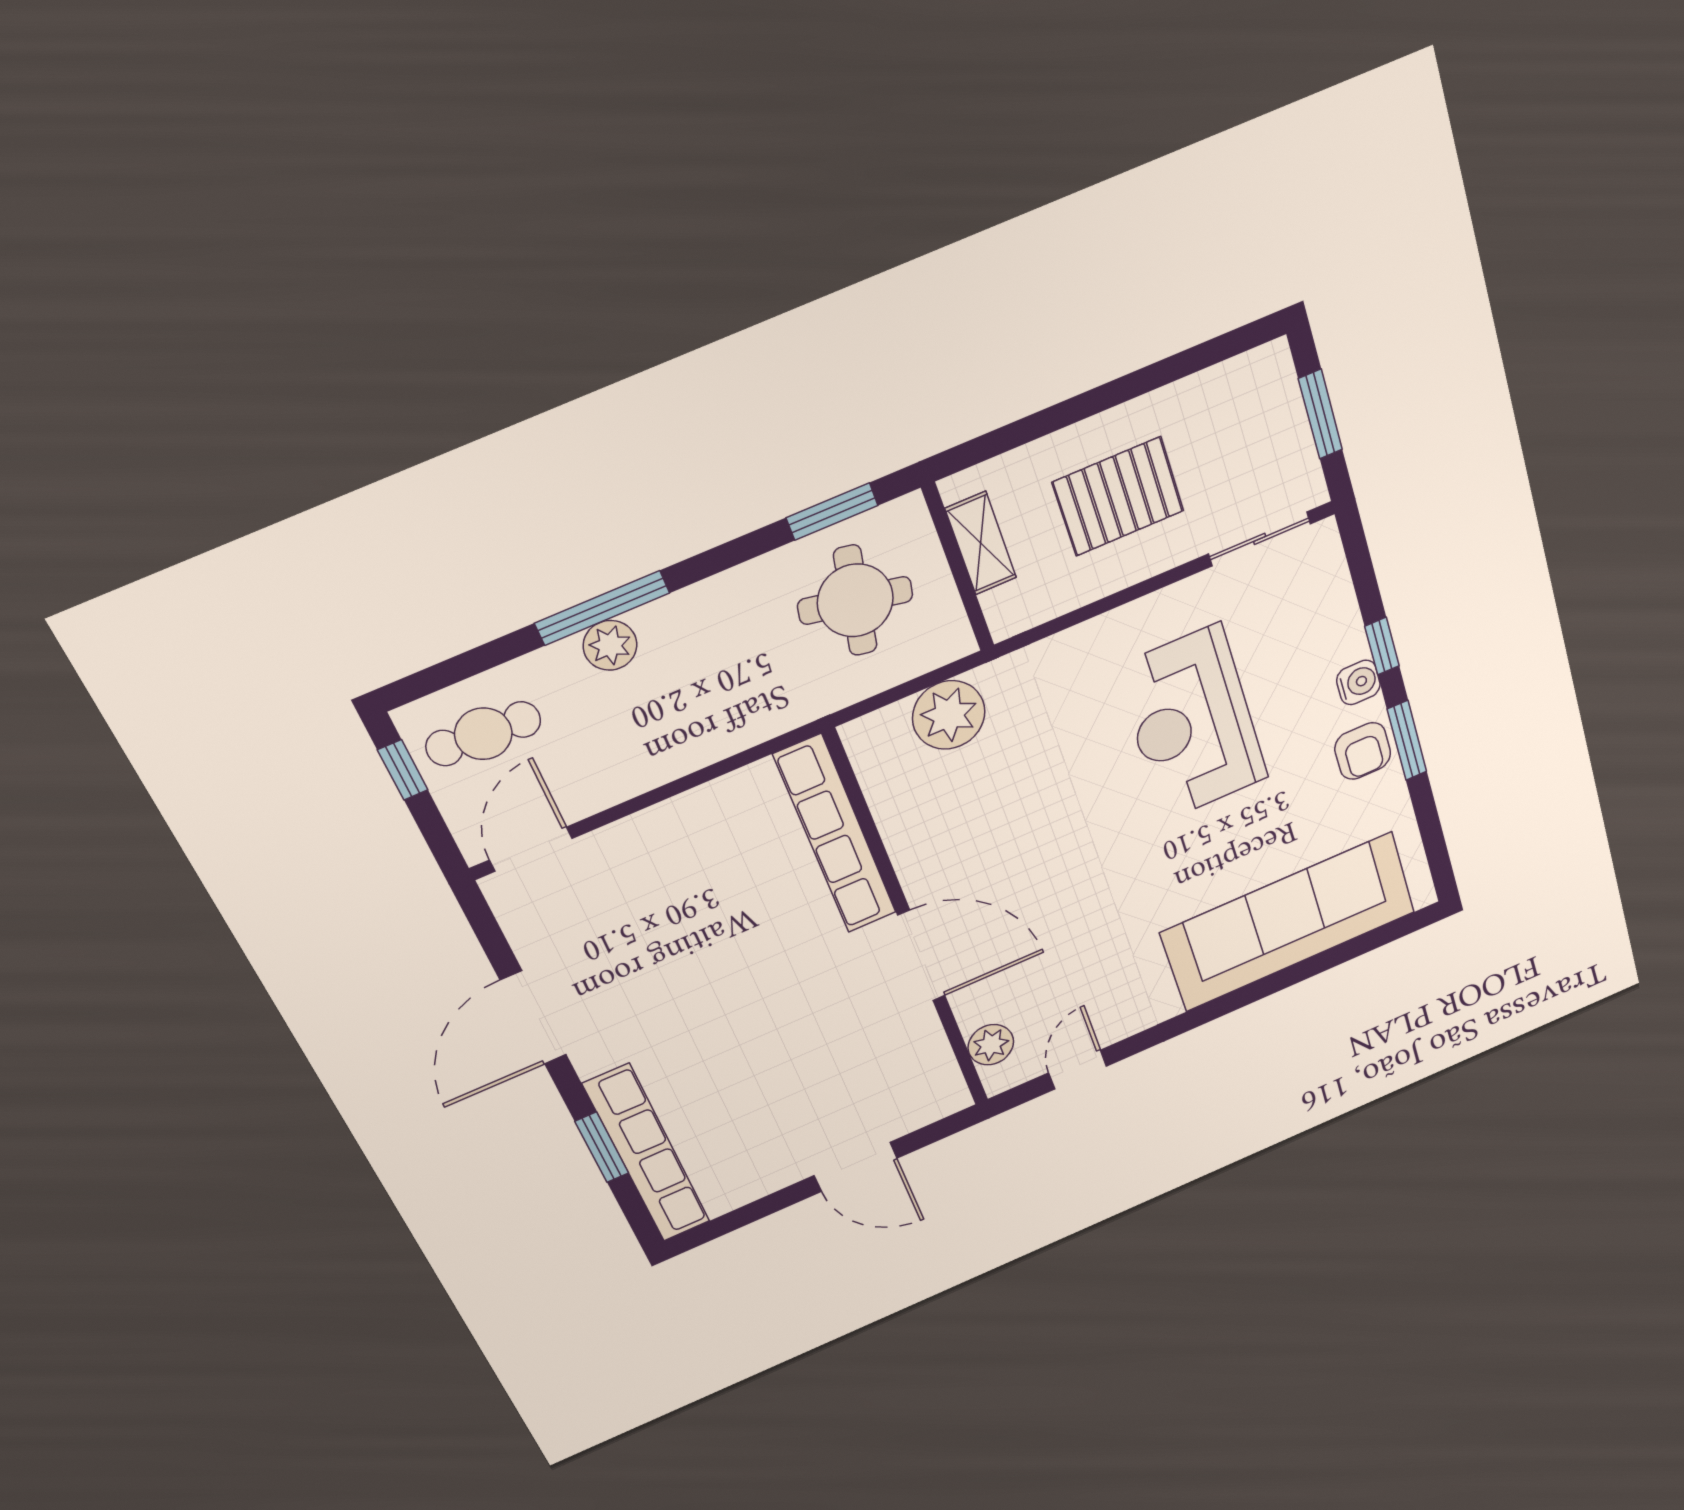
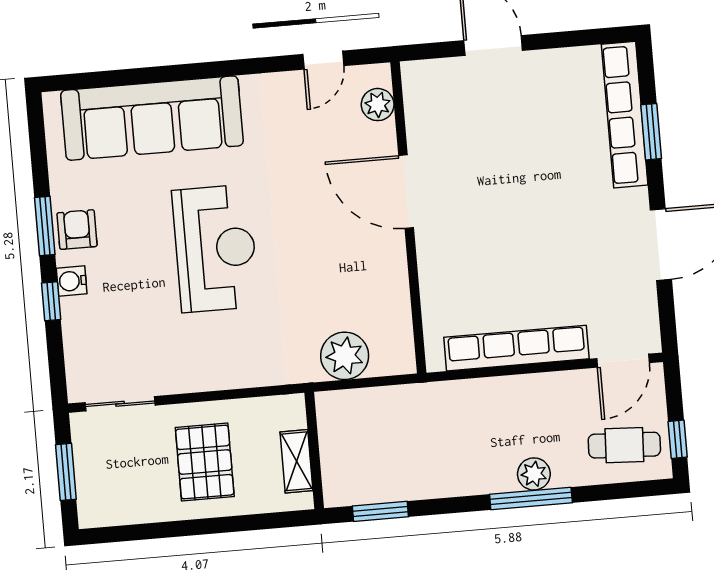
pallet: (1118, 497) -> (205, 462), turned 90
round table: (855, 600) -> (382, 451), removed
reception desk: (1192, 723) -> (215, 248), moved
row of seats: (835, 835) -> (516, 348), moved, turned -90

